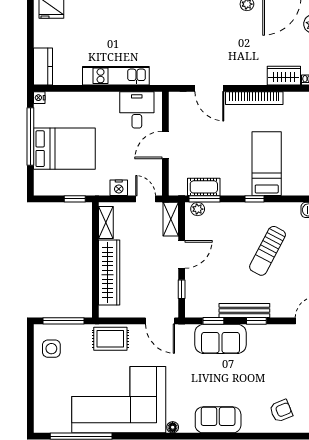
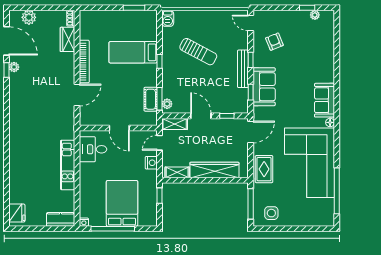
armchair: (281, 411) -> (274, 42), moved
sofa: (218, 420) -> (325, 100), moved

